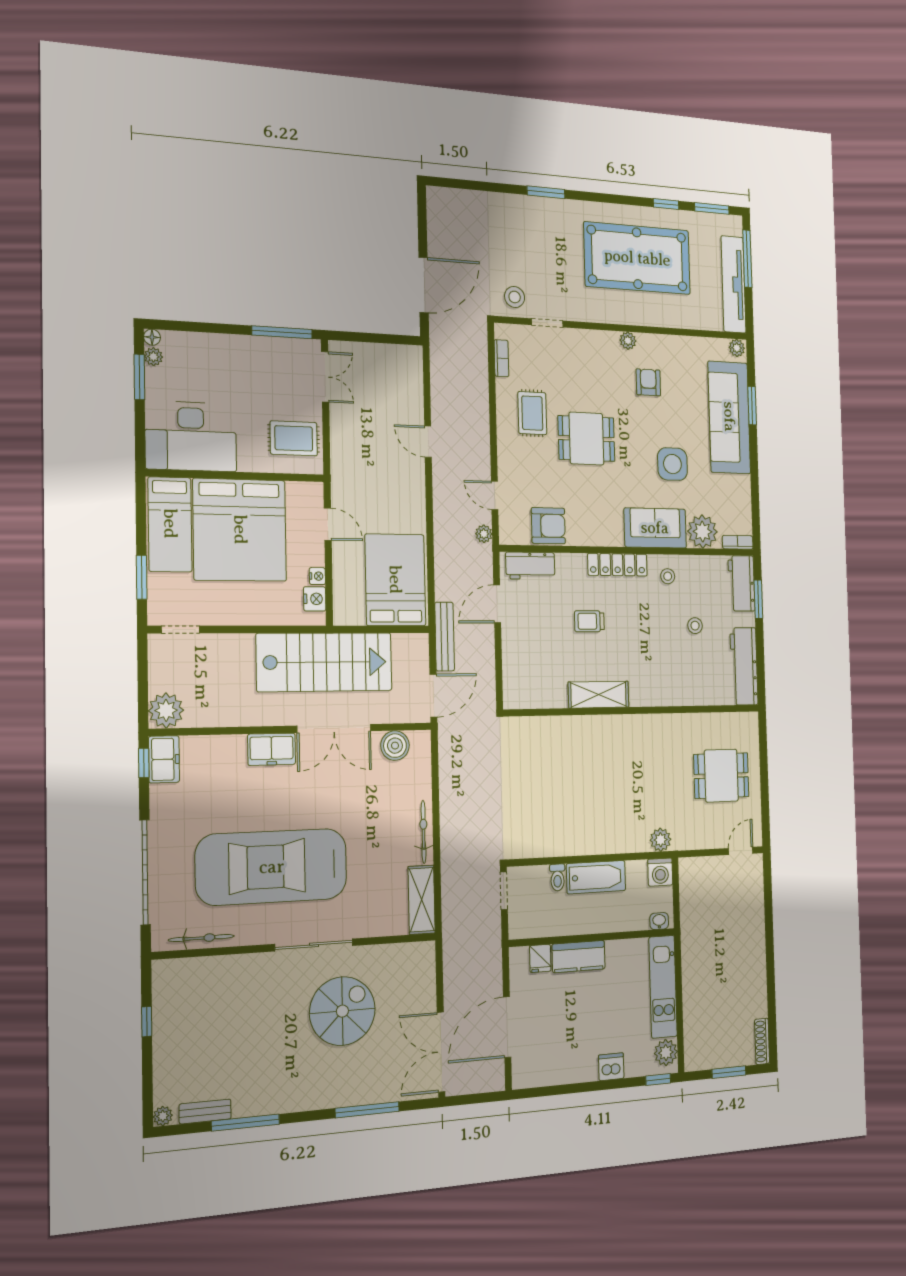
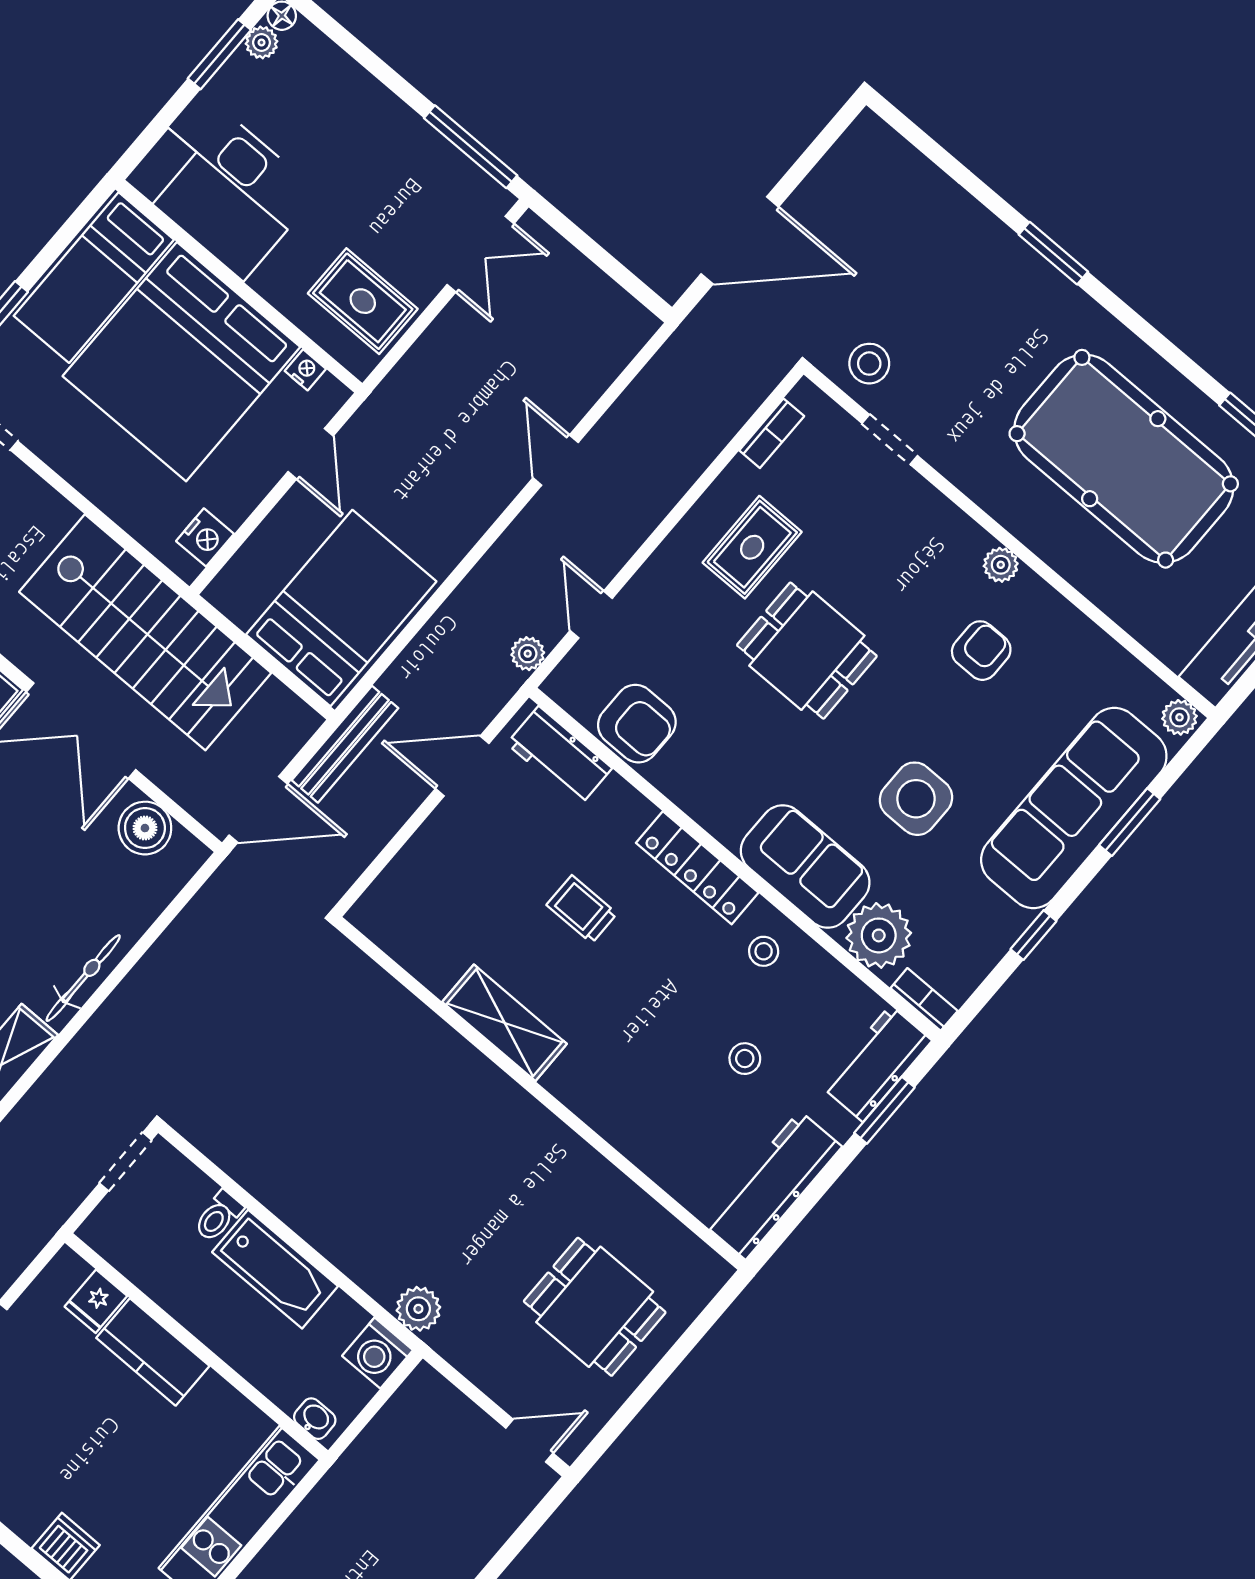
window: (755, 481) -> (1033, 935), added
nightstand: (317, 576) -> (305, 370), moved, turned -90

